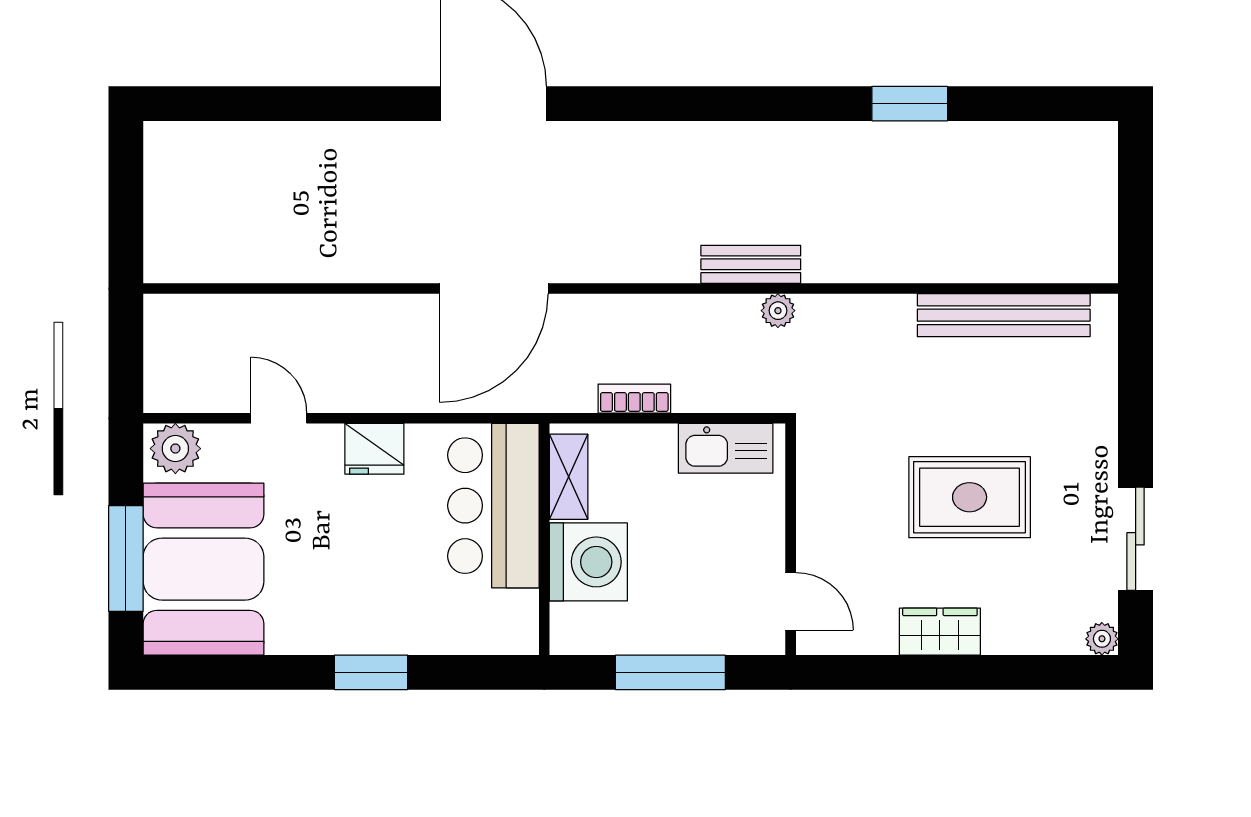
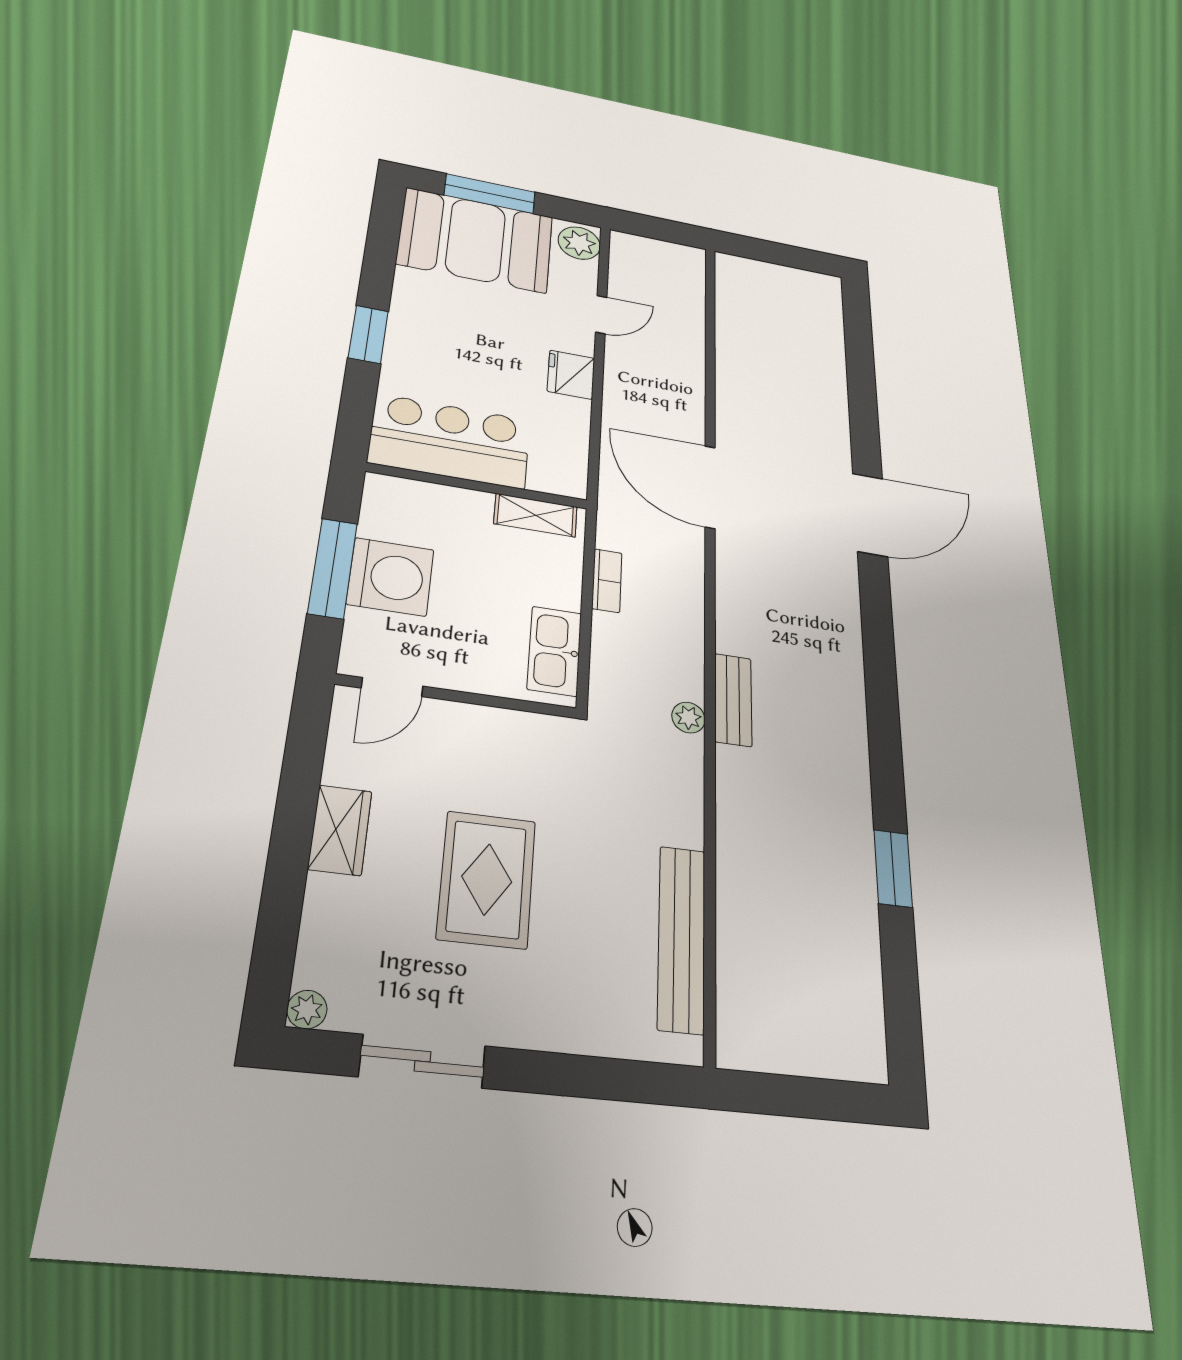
bar counter: (493, 506) -> (450, 441), moved
washing machine: (588, 562) -> (390, 577), moved, turned -90

